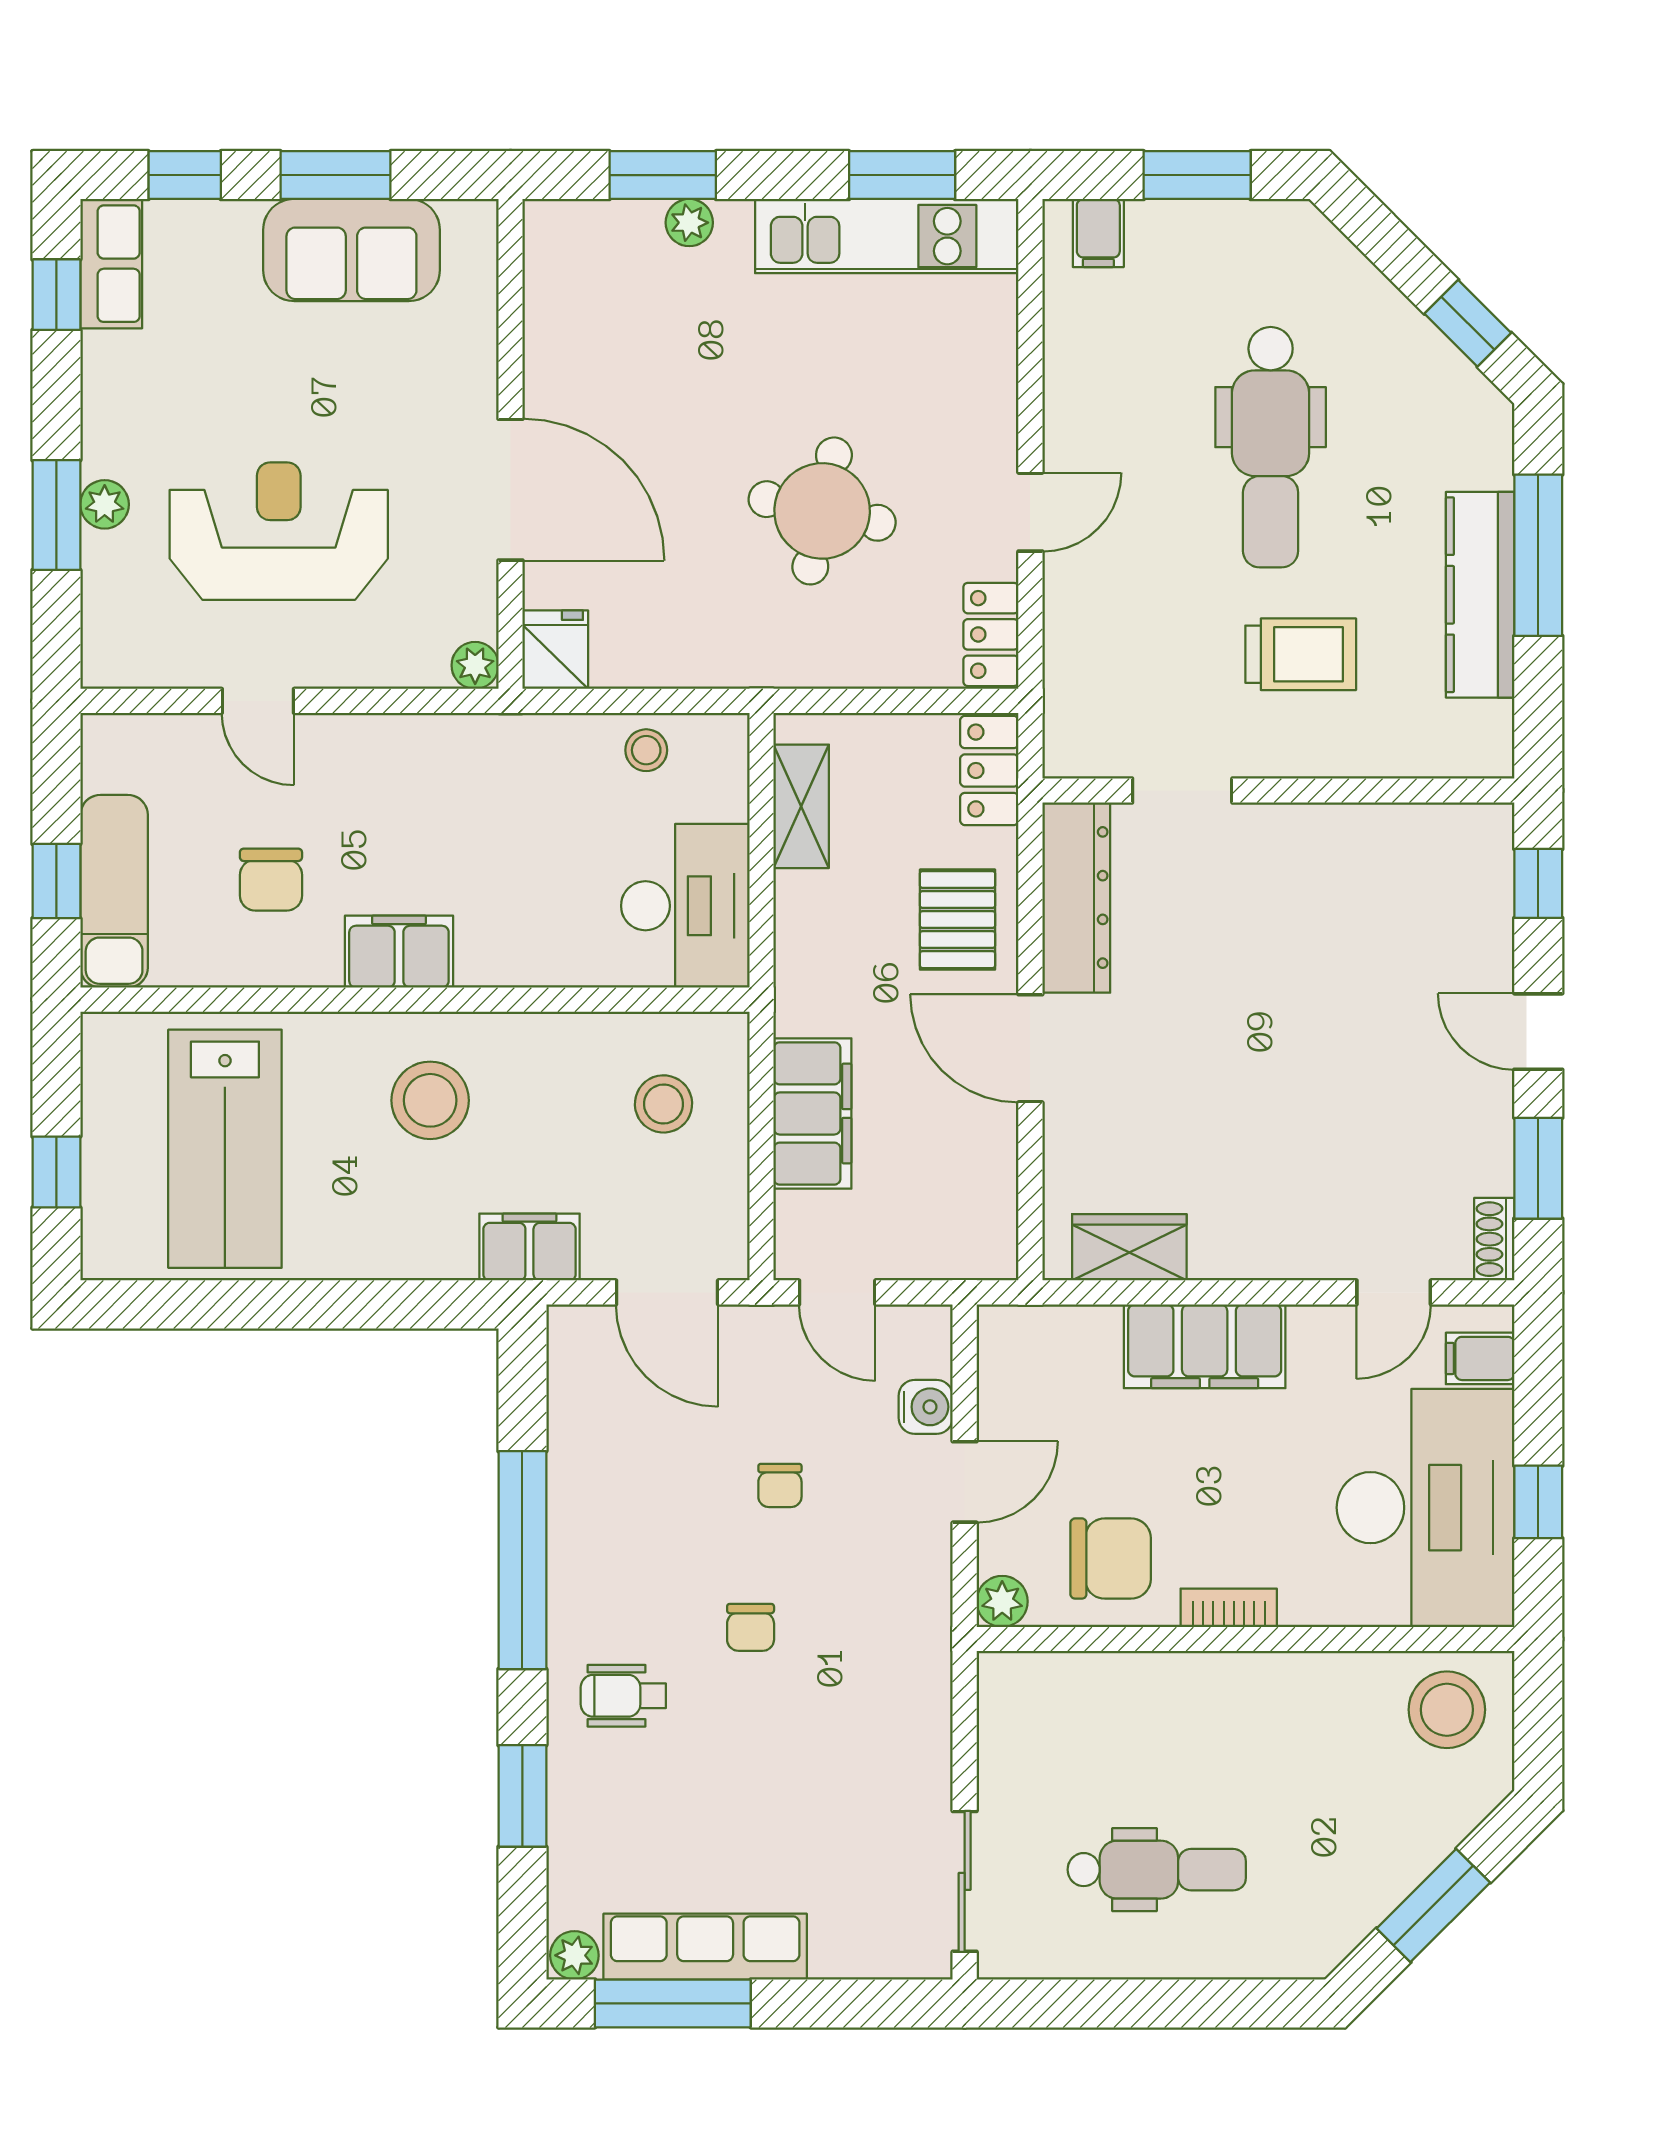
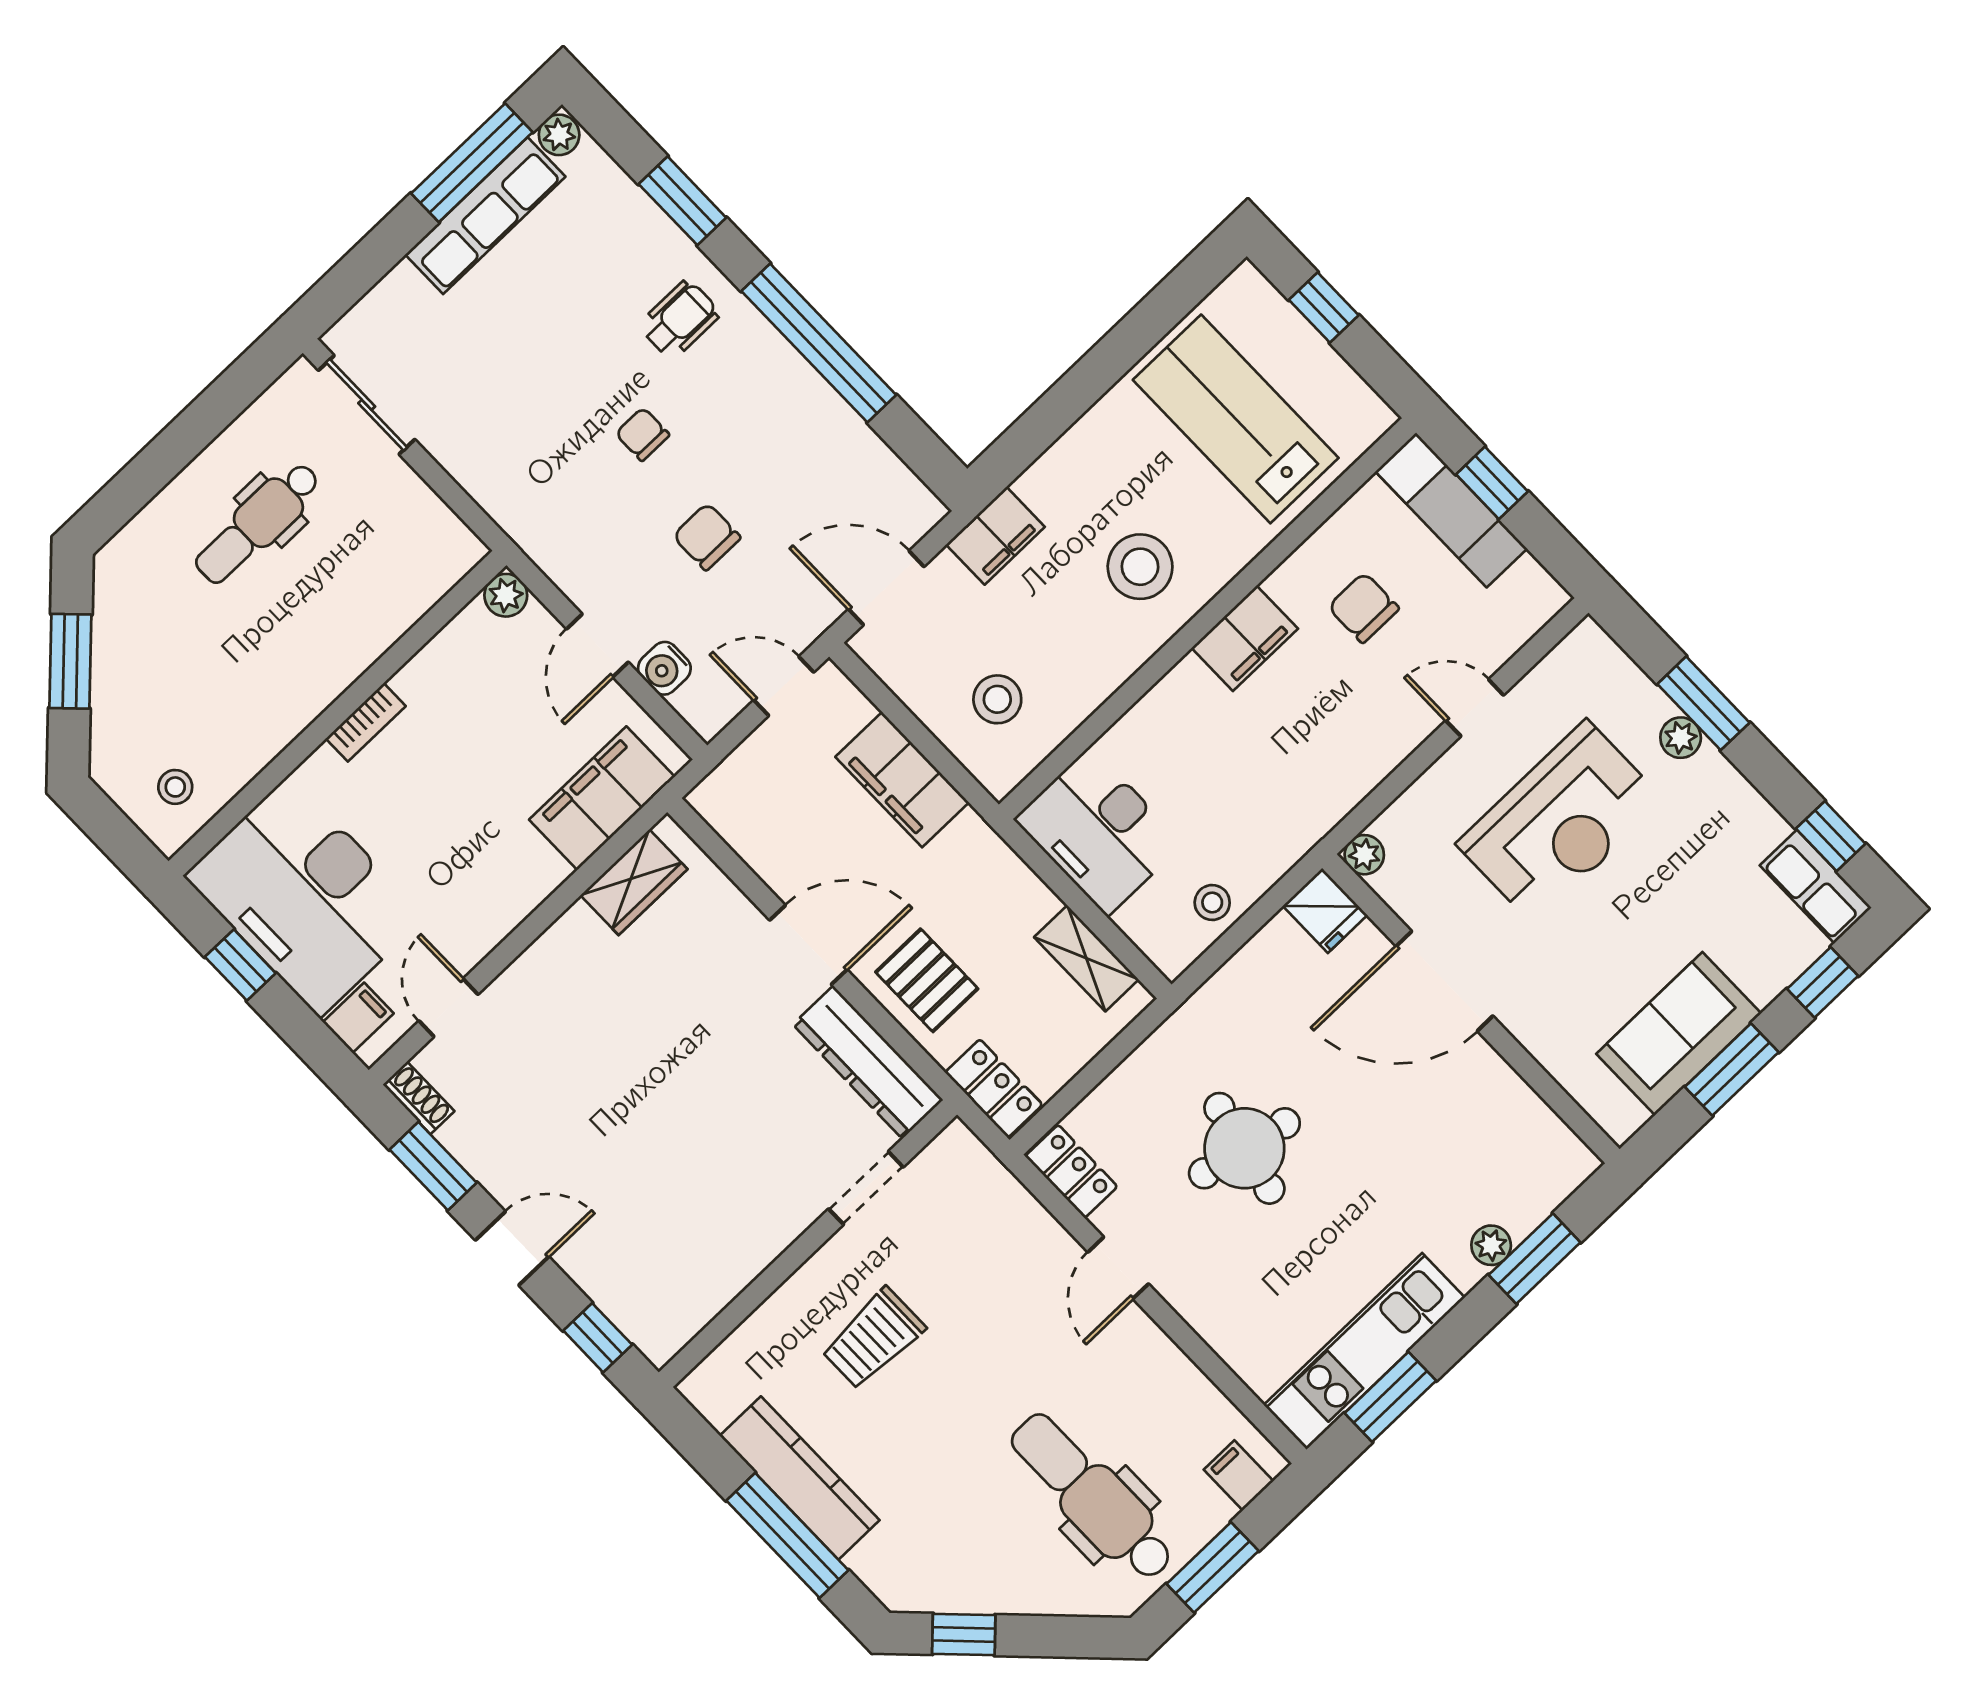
dental chair: (1271, 447) -> (1092, 1497), moved
filing cabinet: (1205, 1346) -> (602, 798), moved
chair: (780, 1485) -> (707, 537), width x1.37, depth x1.37
chair: (1111, 1559) -> (465, 684), removed
stool: (1447, 1710) -> (175, 787), width x0.53, depth x0.53

